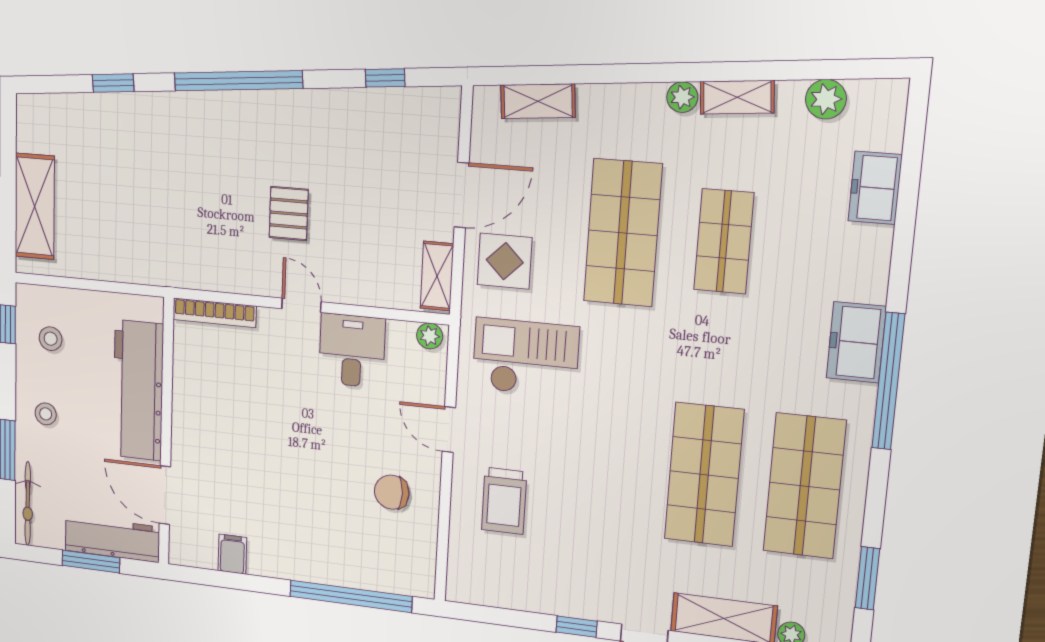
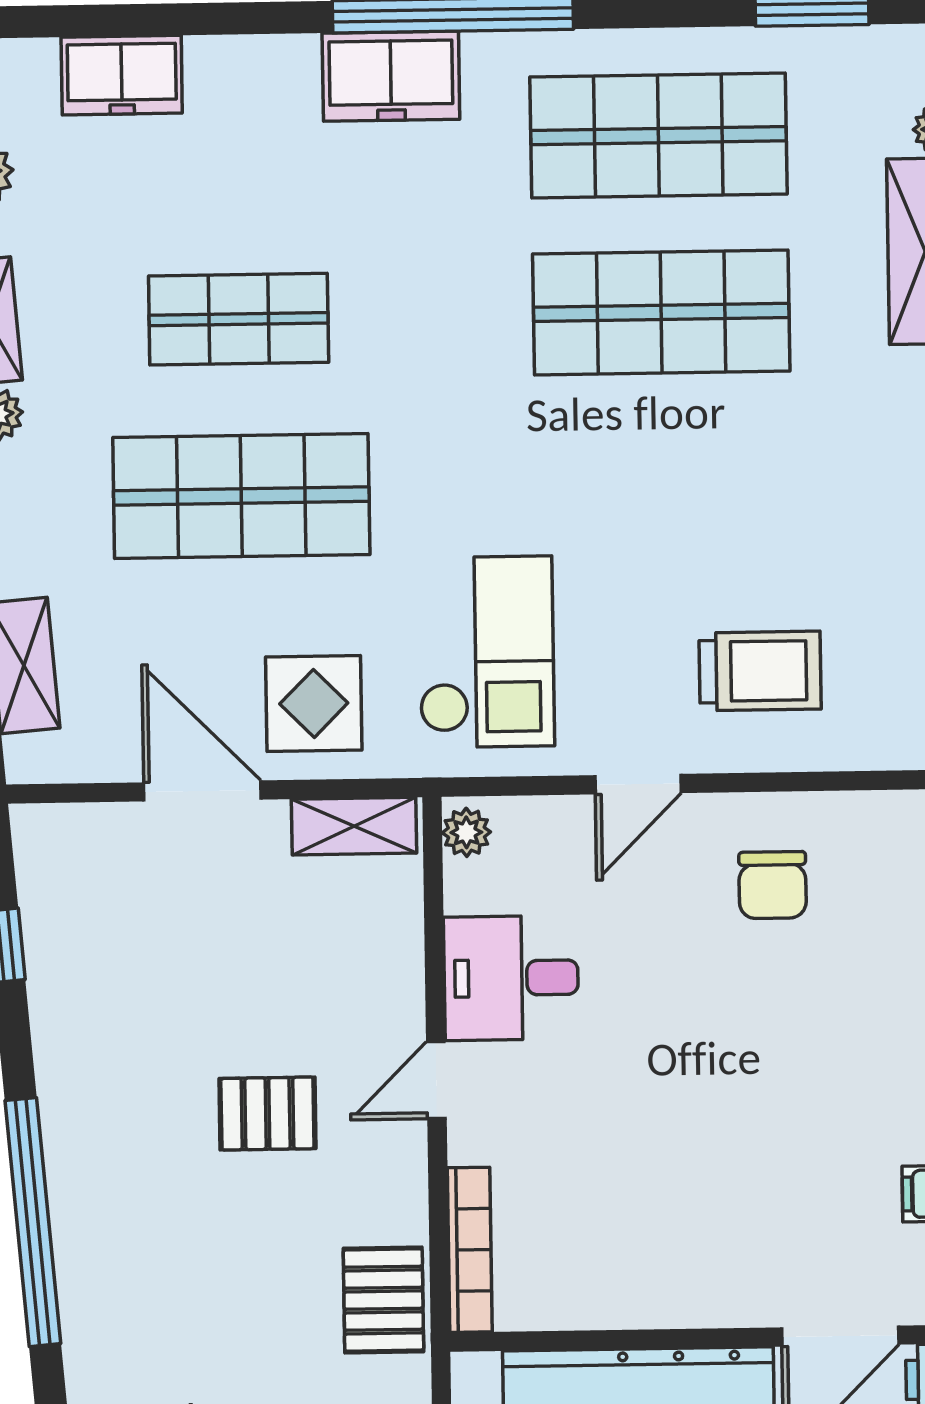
pallet: (191, 265) -> (383, 1300), added
checkout: (526, 358) -> (486, 652), turned 180

